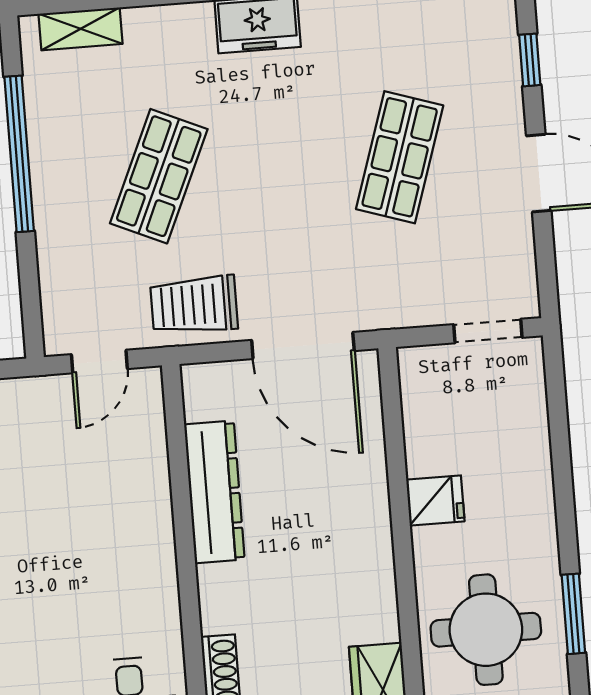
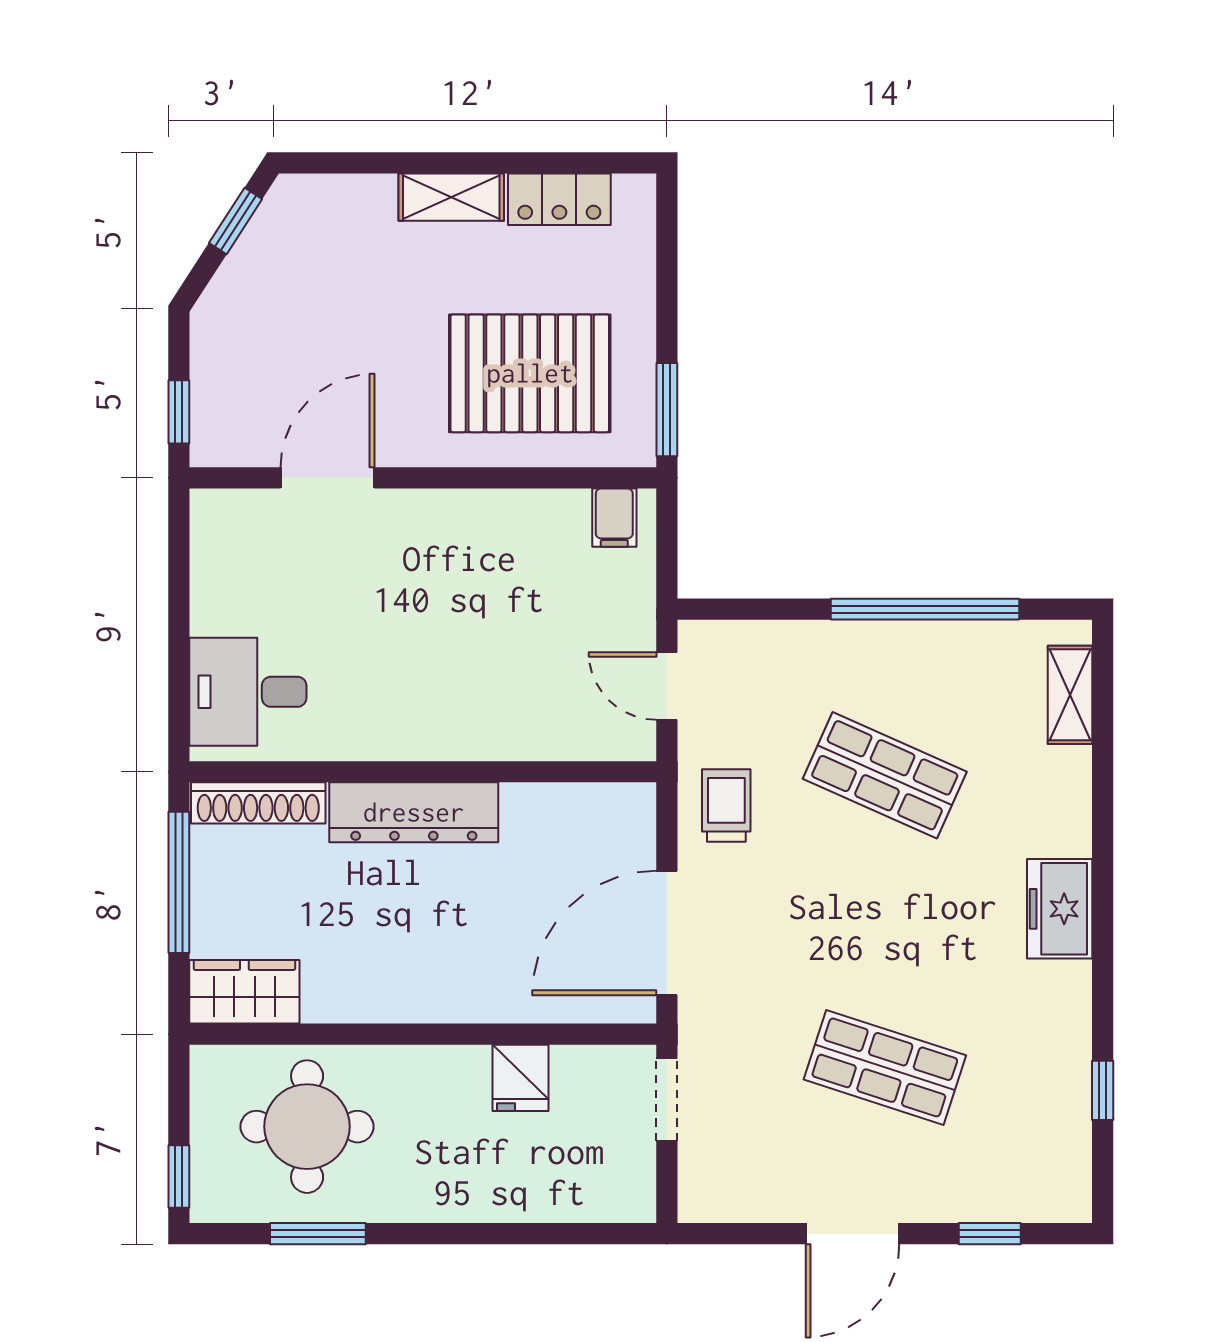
trolley: (194, 305) -> (726, 805), width x0.73, depth x0.72
doorway: (488, 331) -> (667, 1100), moved
dresser: (214, 492) -> (414, 812), moved
fridge: (435, 500) -> (521, 1078), moved

